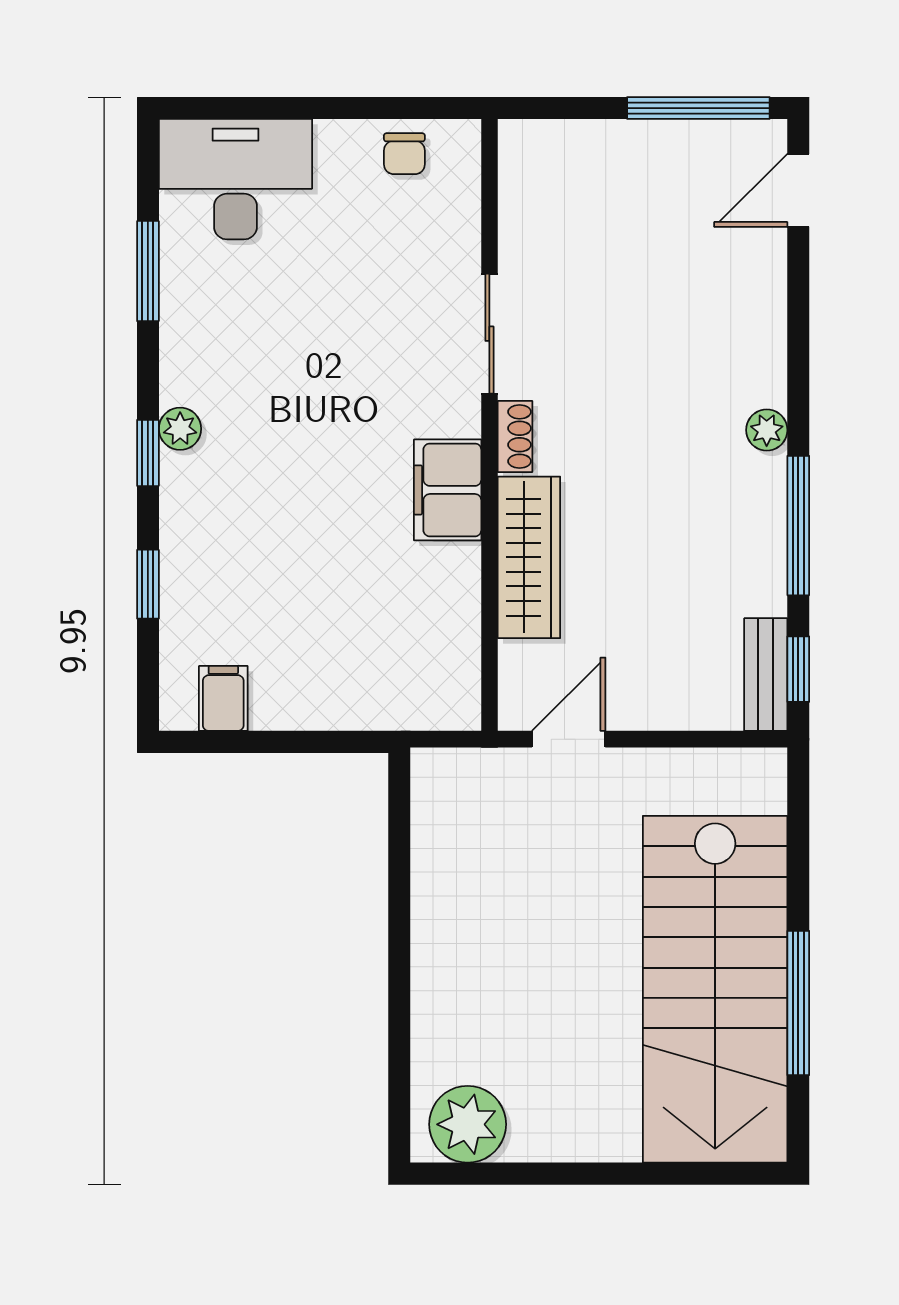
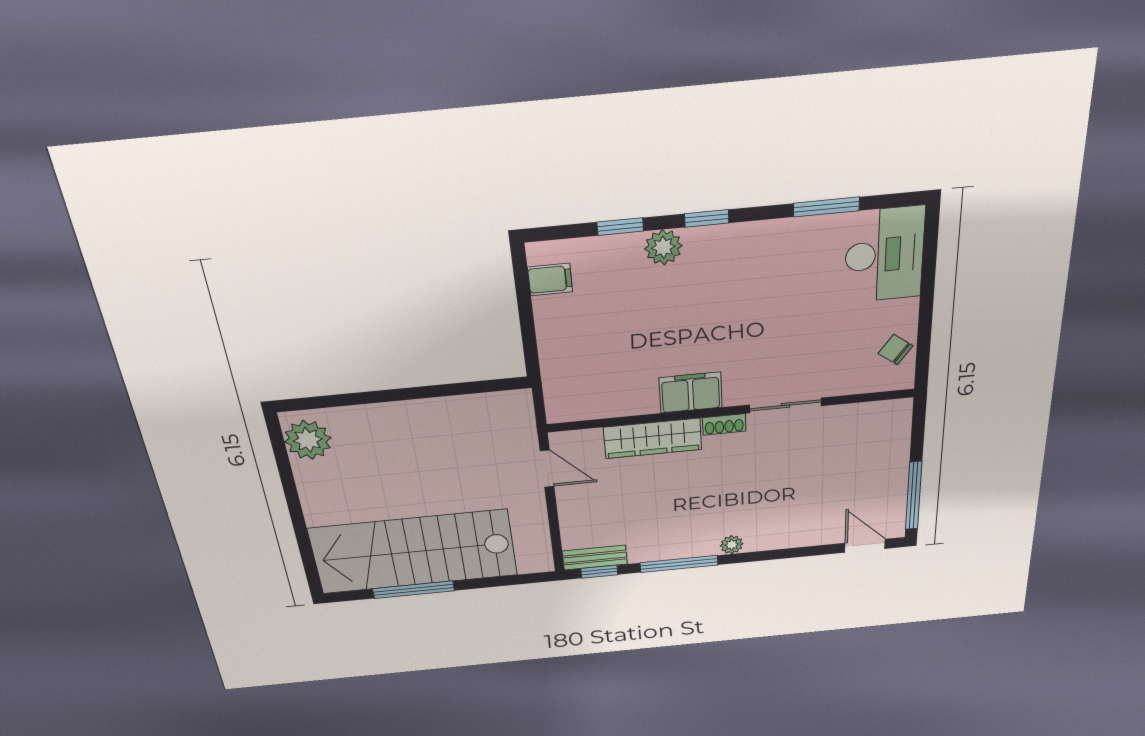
chair: (404, 154) -> (896, 350), turned 37
plant: (180, 429) -> (663, 247), moved, width x1.38, depth x1.38

